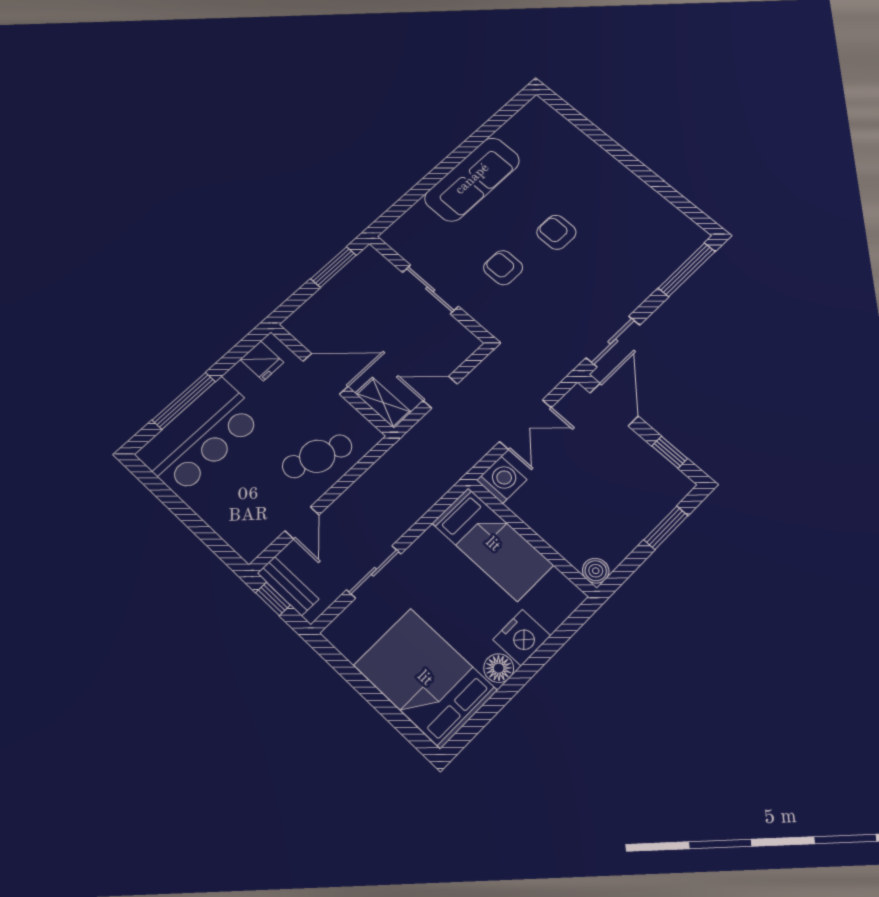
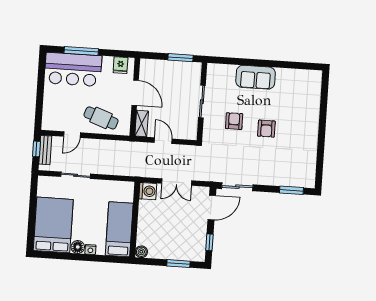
sofa: (472, 179) -> (256, 77), width x0.73
armchair: (556, 232) -> (266, 129), turned 180
window: (687, 270) -> (291, 190), width x0.69
bed: (493, 544) -> (119, 229), moved, turned 180
nightstand: (522, 638) -> (90, 249), width x0.53, depth x0.56

